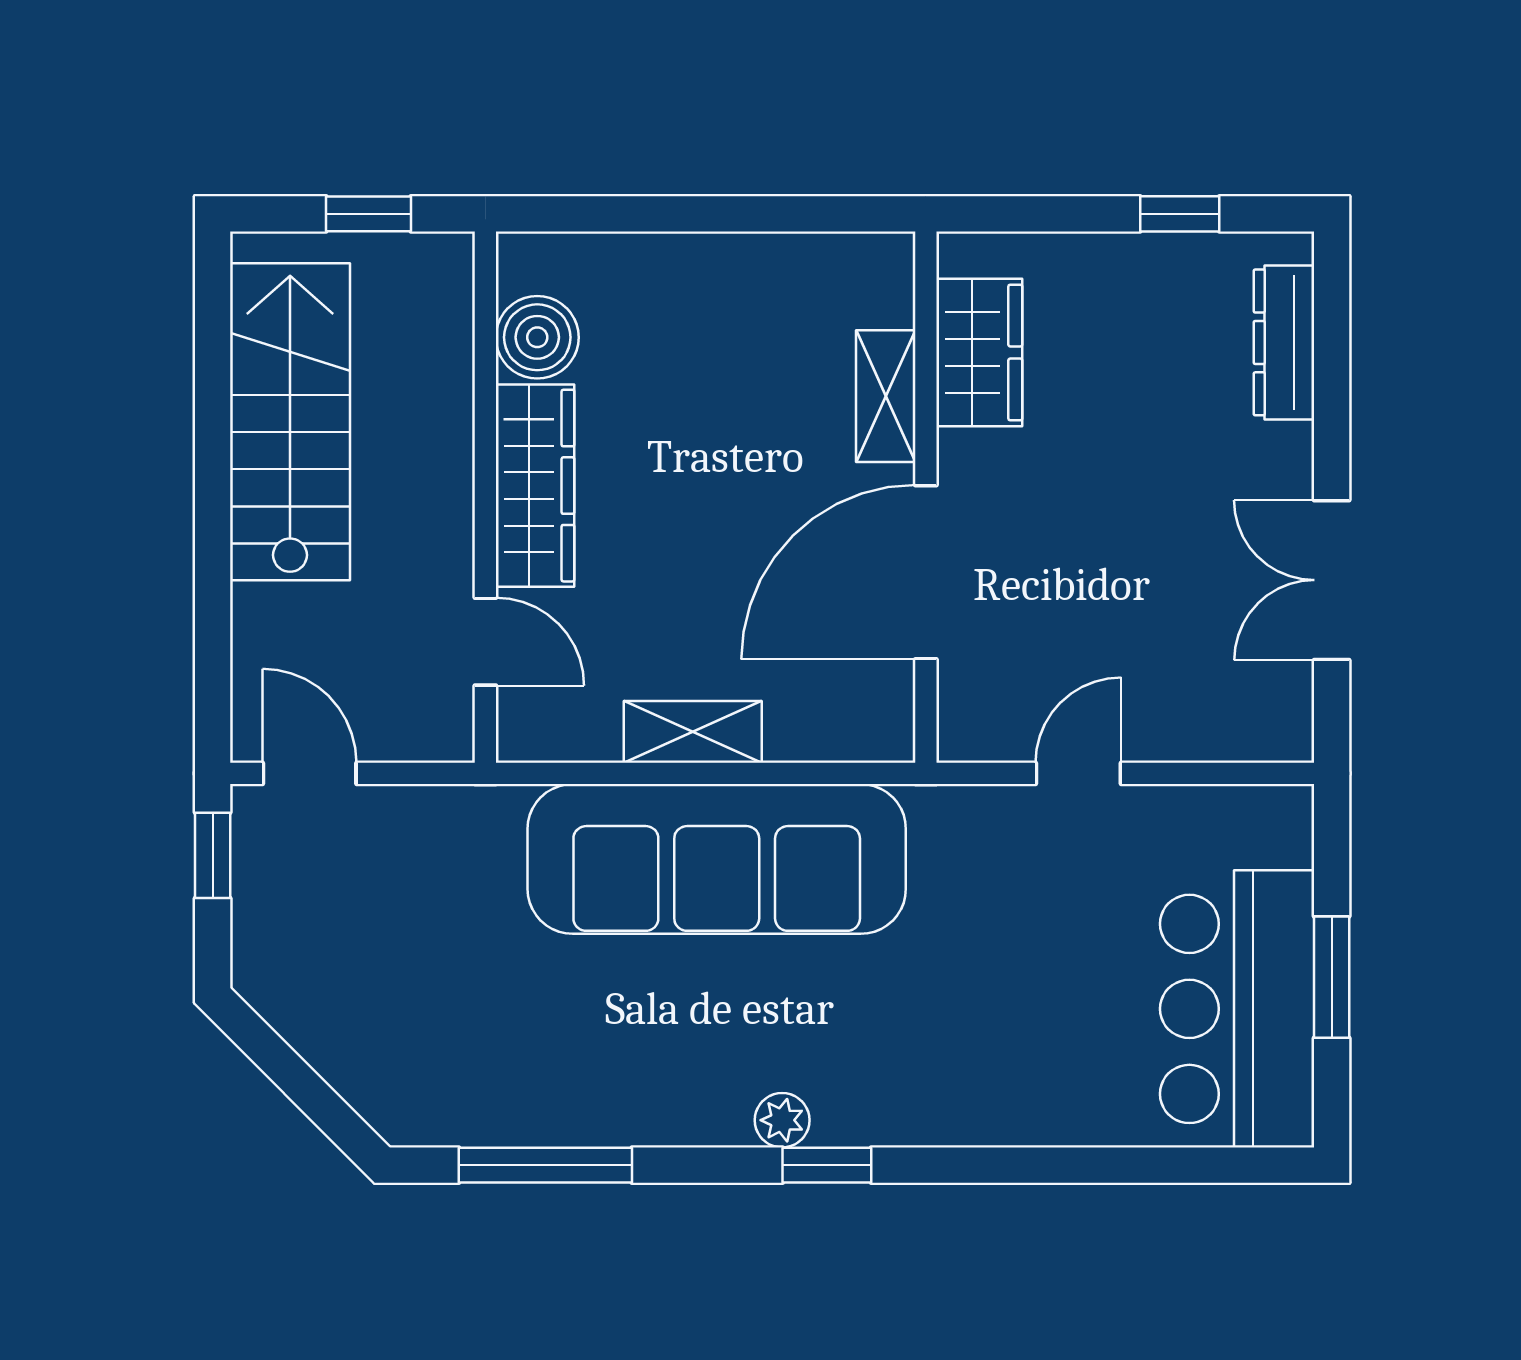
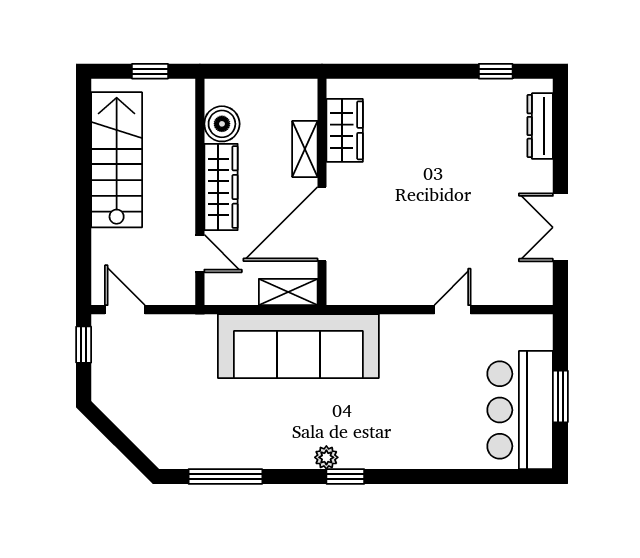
wardrobe: (979, 353) -> (345, 130), moved
shelving: (886, 396) -> (305, 149), moved
wall: (926, 497) -> (322, 192), moved
door: (926, 572) -> (322, 224), moved

